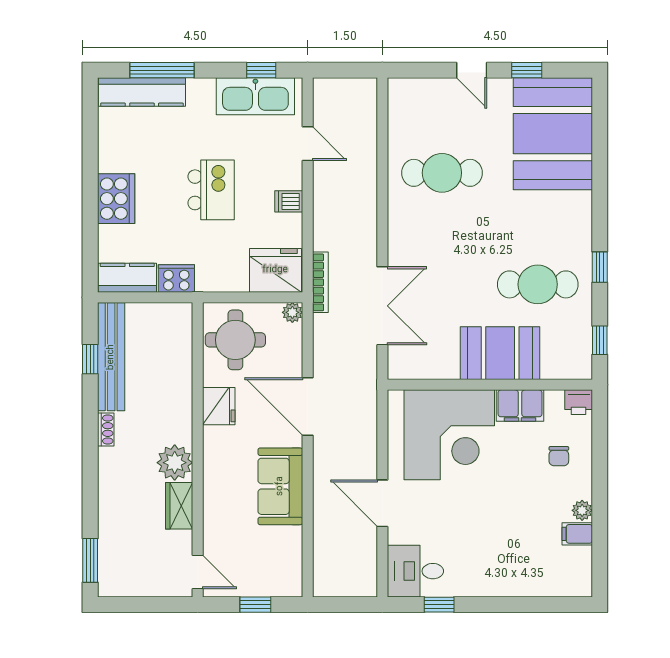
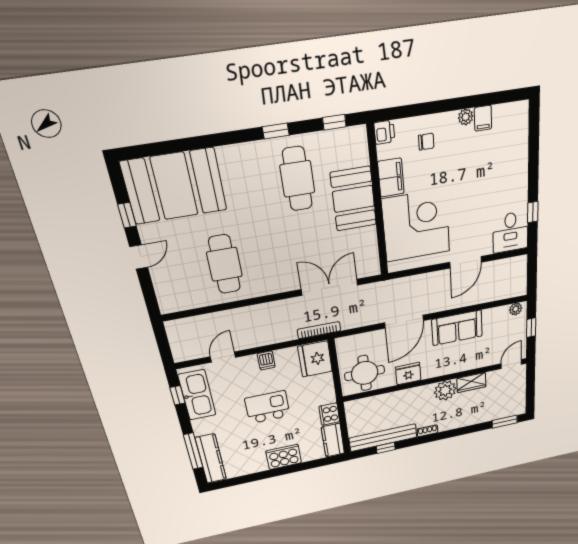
plant: (292, 312) -> (516, 309), moved

